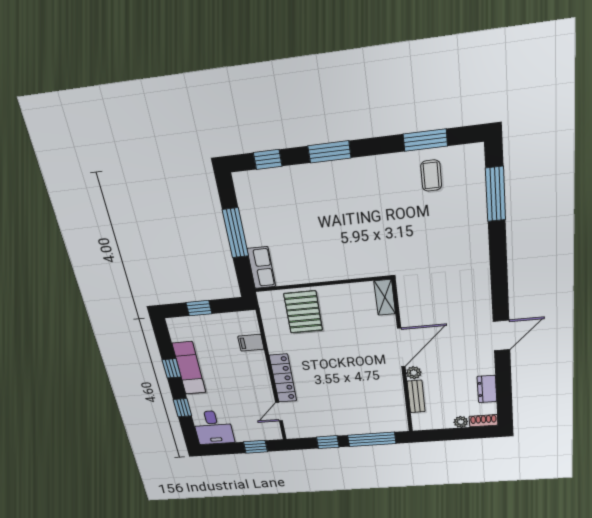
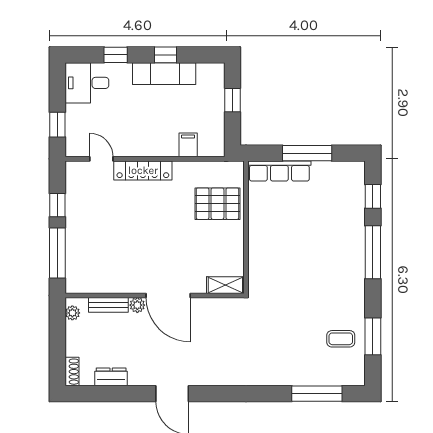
window: (329, 152) -> (373, 252), width x1.44
row of seats: (261, 268) -> (279, 171), width x1.48
plant: (461, 422) -> (72, 313), moved

